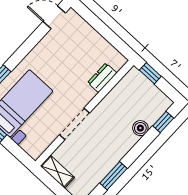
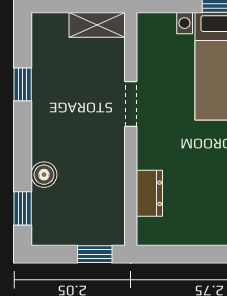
doorway: (74, 124) -> (131, 104), width x0.73
window: (113, 176) -> (23, 84), width x0.67

